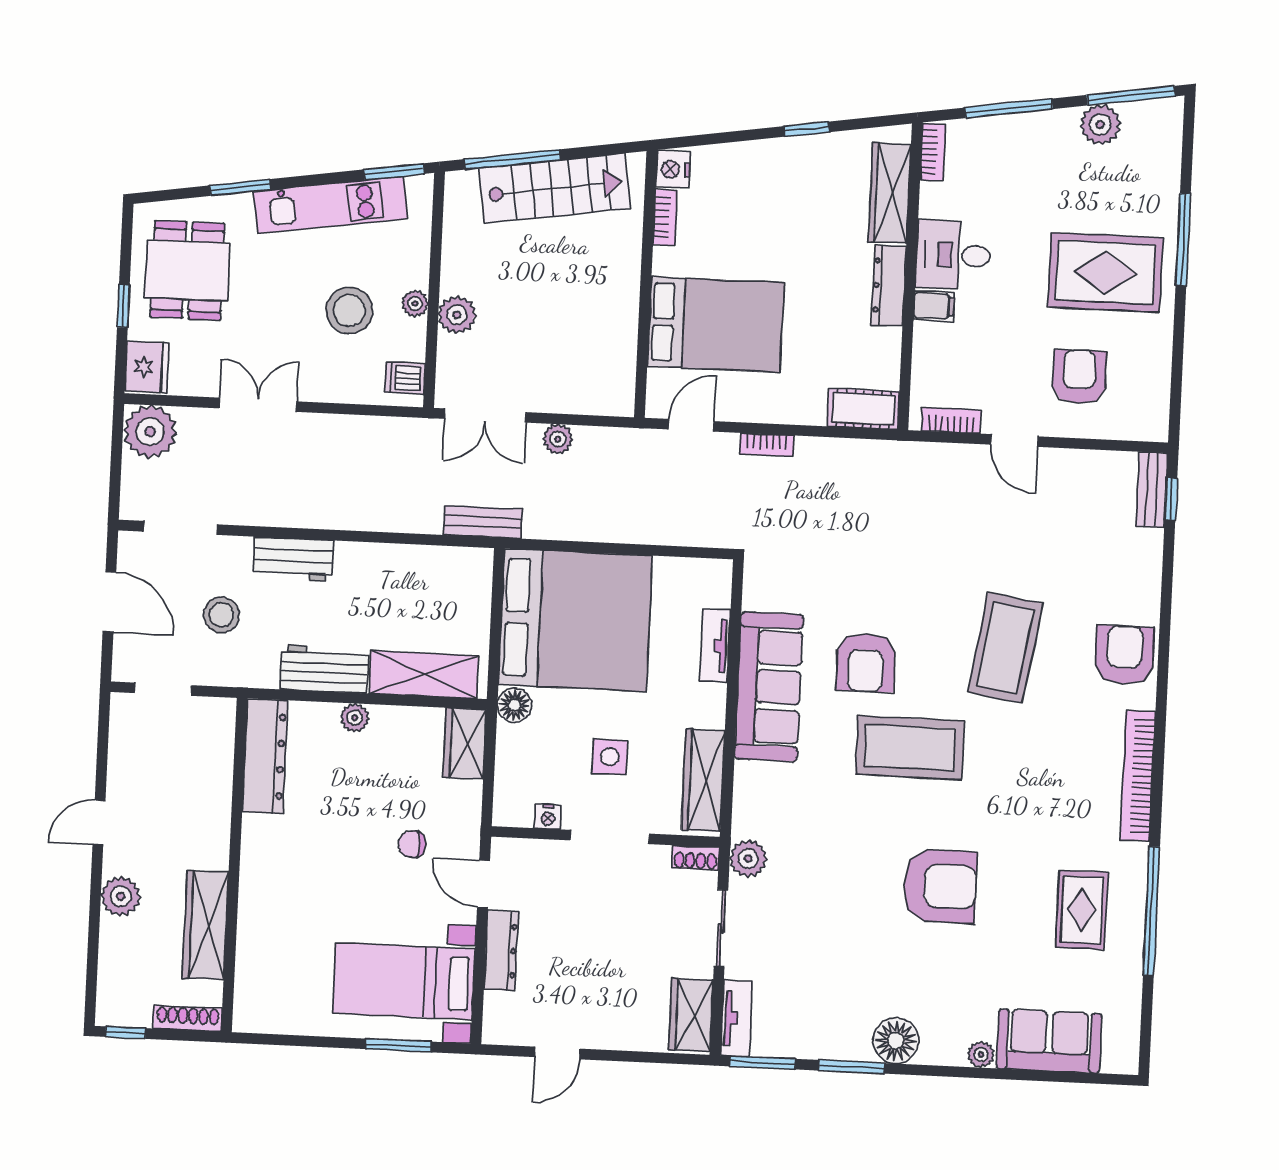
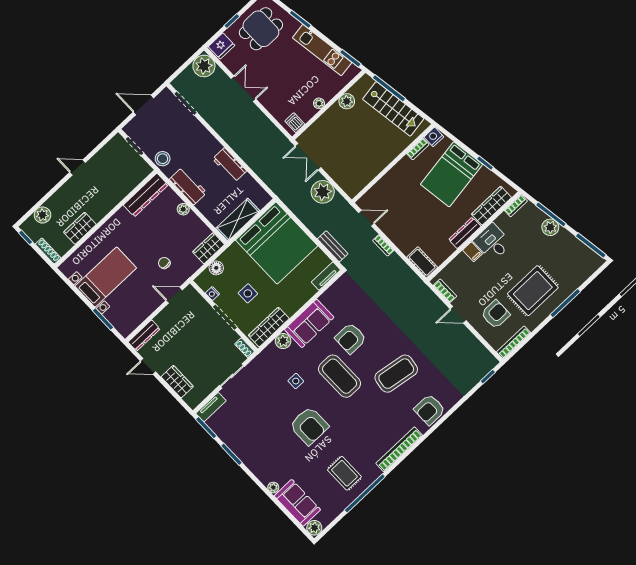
plant: (1100, 124) -> (550, 227), moved
rug: (1105, 272) -> (533, 291), turned 90
stool: (349, 310) -> (298, 87), removed
plant: (457, 315) -> (347, 101), moved
bed: (715, 324) -> (451, 174), moved, turned 81
bookcase: (1159, 395) -> (514, 342), added
plant: (558, 439) -> (323, 192), width x1.88, depth x1.88
door: (1015, 441) -> (458, 315), hinge flipped
bench: (1152, 490) -> (485, 368), removed
bench: (483, 522) -> (333, 246), moved
workbench: (293, 559) -> (229, 165), moved
door: (109, 602) -> (143, 105), swing flipped
stool: (221, 615) -> (163, 159), moved
tv unit: (715, 646) -> (326, 276), moved
armchair: (1124, 655) -> (430, 410), turned 180
shelving: (424, 675) -> (238, 220), moved, turned 90
sofa: (769, 687) -> (309, 323), width x0.73
floor lamp: (514, 705) -> (216, 268), moved
side table: (841, 830) -> (296, 381), added
plant: (748, 859) -> (283, 341), moved
door: (484, 884) -> (174, 295), hinge flipped
plant: (121, 896) -> (42, 215), moved
rug: (1082, 910) -> (344, 473), turned 90
wardrobe: (205, 925) -> (80, 228), width x0.67
dresser: (501, 951) -> (144, 335), moved
bed with nightstands: (404, 981) -> (106, 277), moved, turned 90
wardrobe: (691, 1015) -> (177, 382), moved, turned 90
floor lamp: (896, 1041) -> (252, 459), removed
plant: (1121, 1056) -> (314, 528), added

